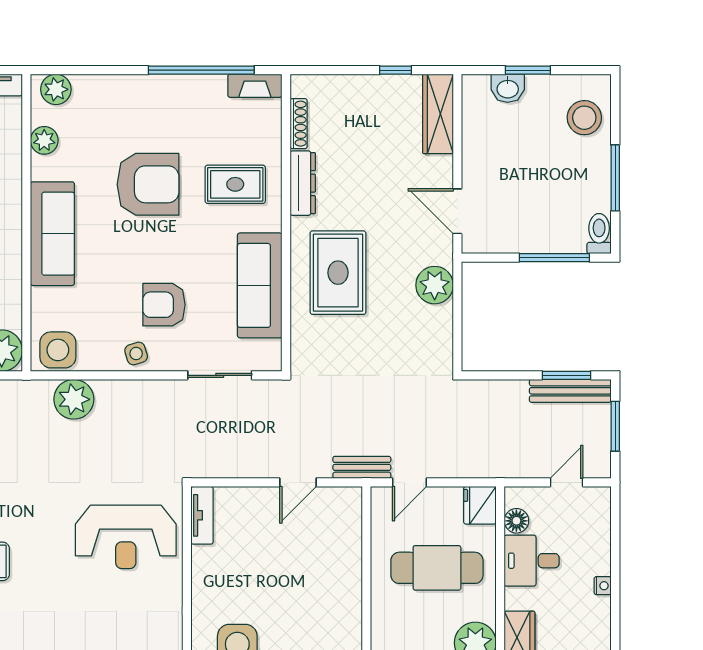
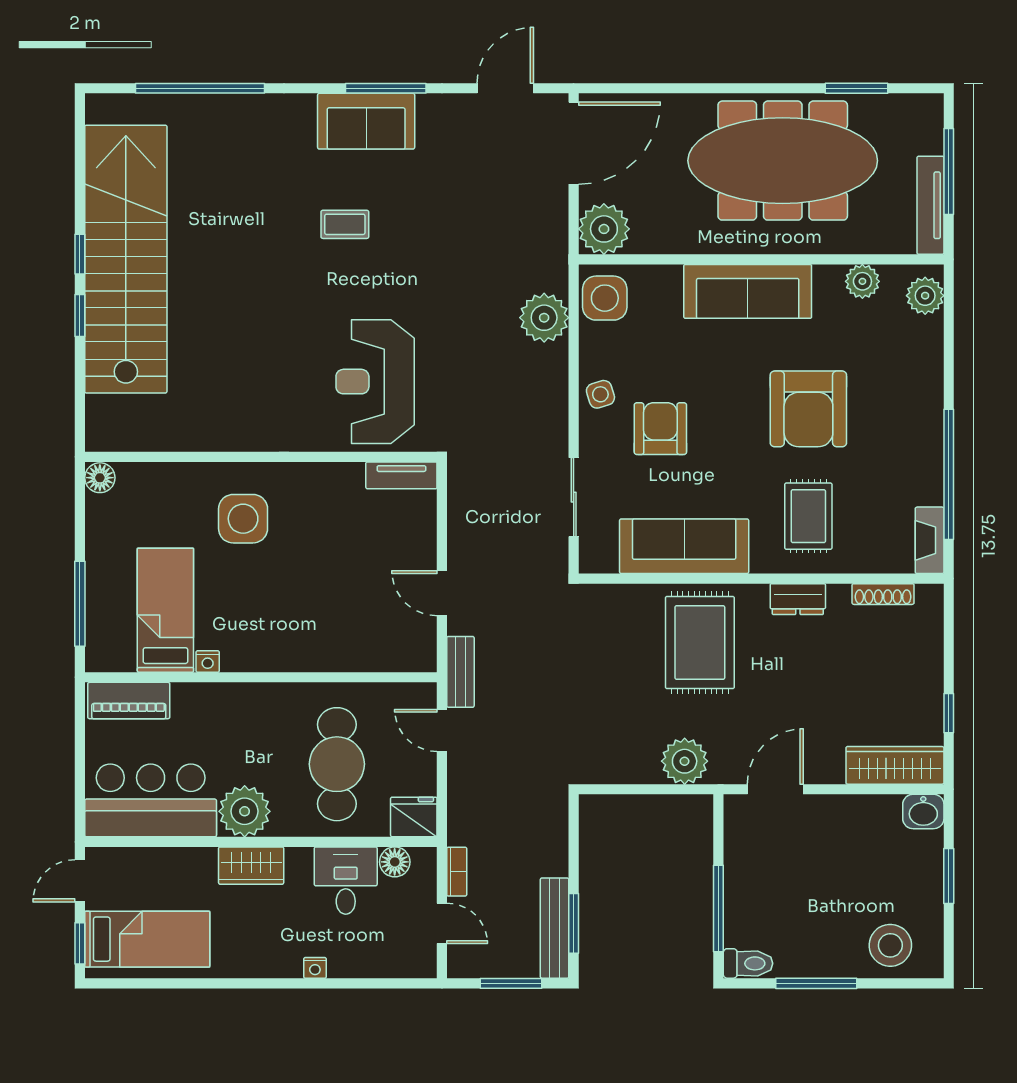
washbasin: (508, 88) -> (923, 811), moved, turned -90
dresser: (303, 183) -> (798, 599), width x0.70
rug: (338, 273) -> (700, 642), turned 90
bookcase: (524, 470) -> (457, 872), added

